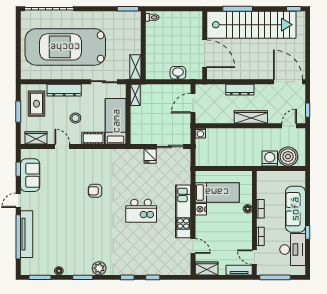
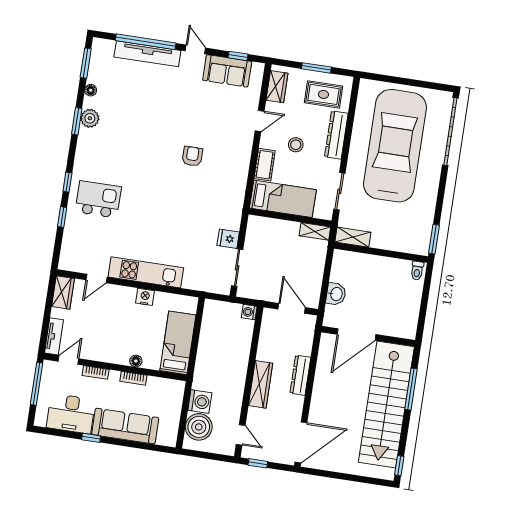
bed: (217, 192) -> (178, 343), moved, turned 180
kitchen island: (141, 211) -> (98, 199), moved, turned 90
plant: (99, 268) -> (90, 118), moved

